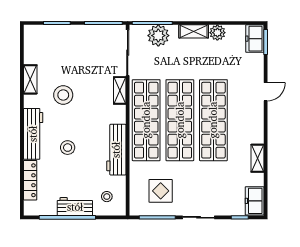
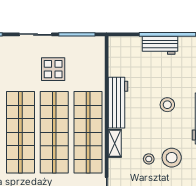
shelving: (120, 90) -> (115, 143), moved
display table: (161, 191) -> (53, 69), moved
stool: (107, 197) -> (149, 159), moved

